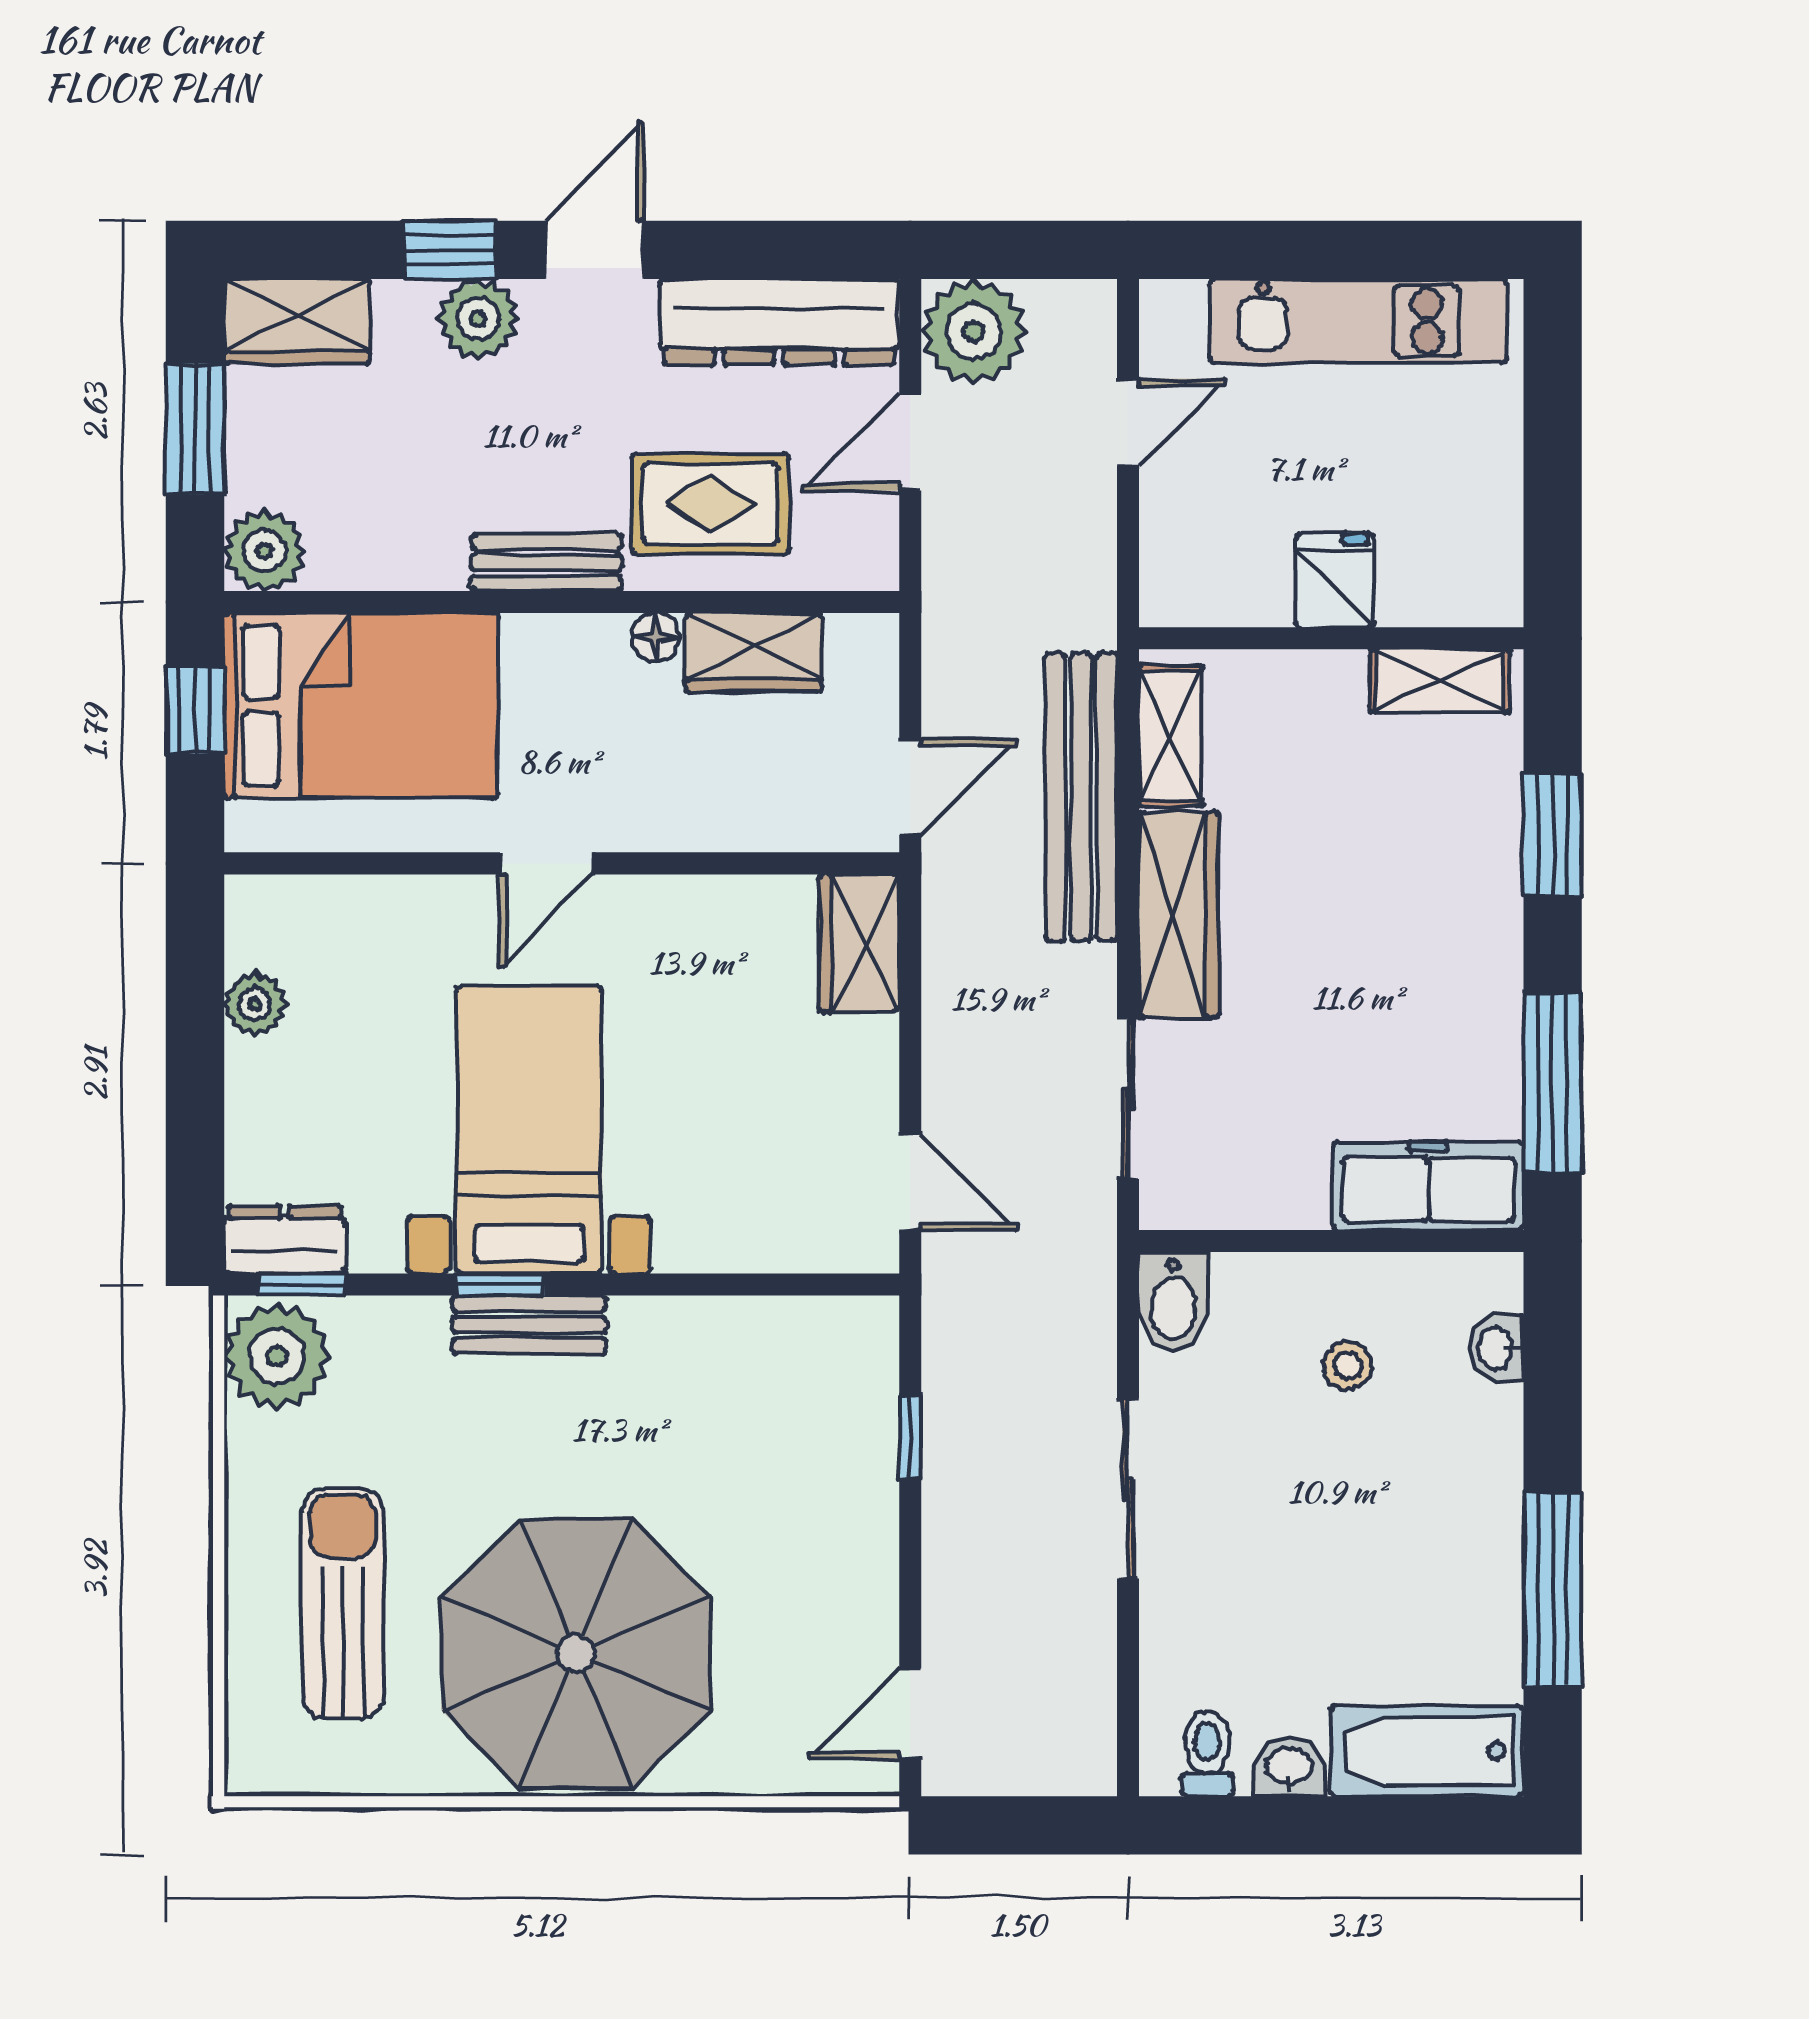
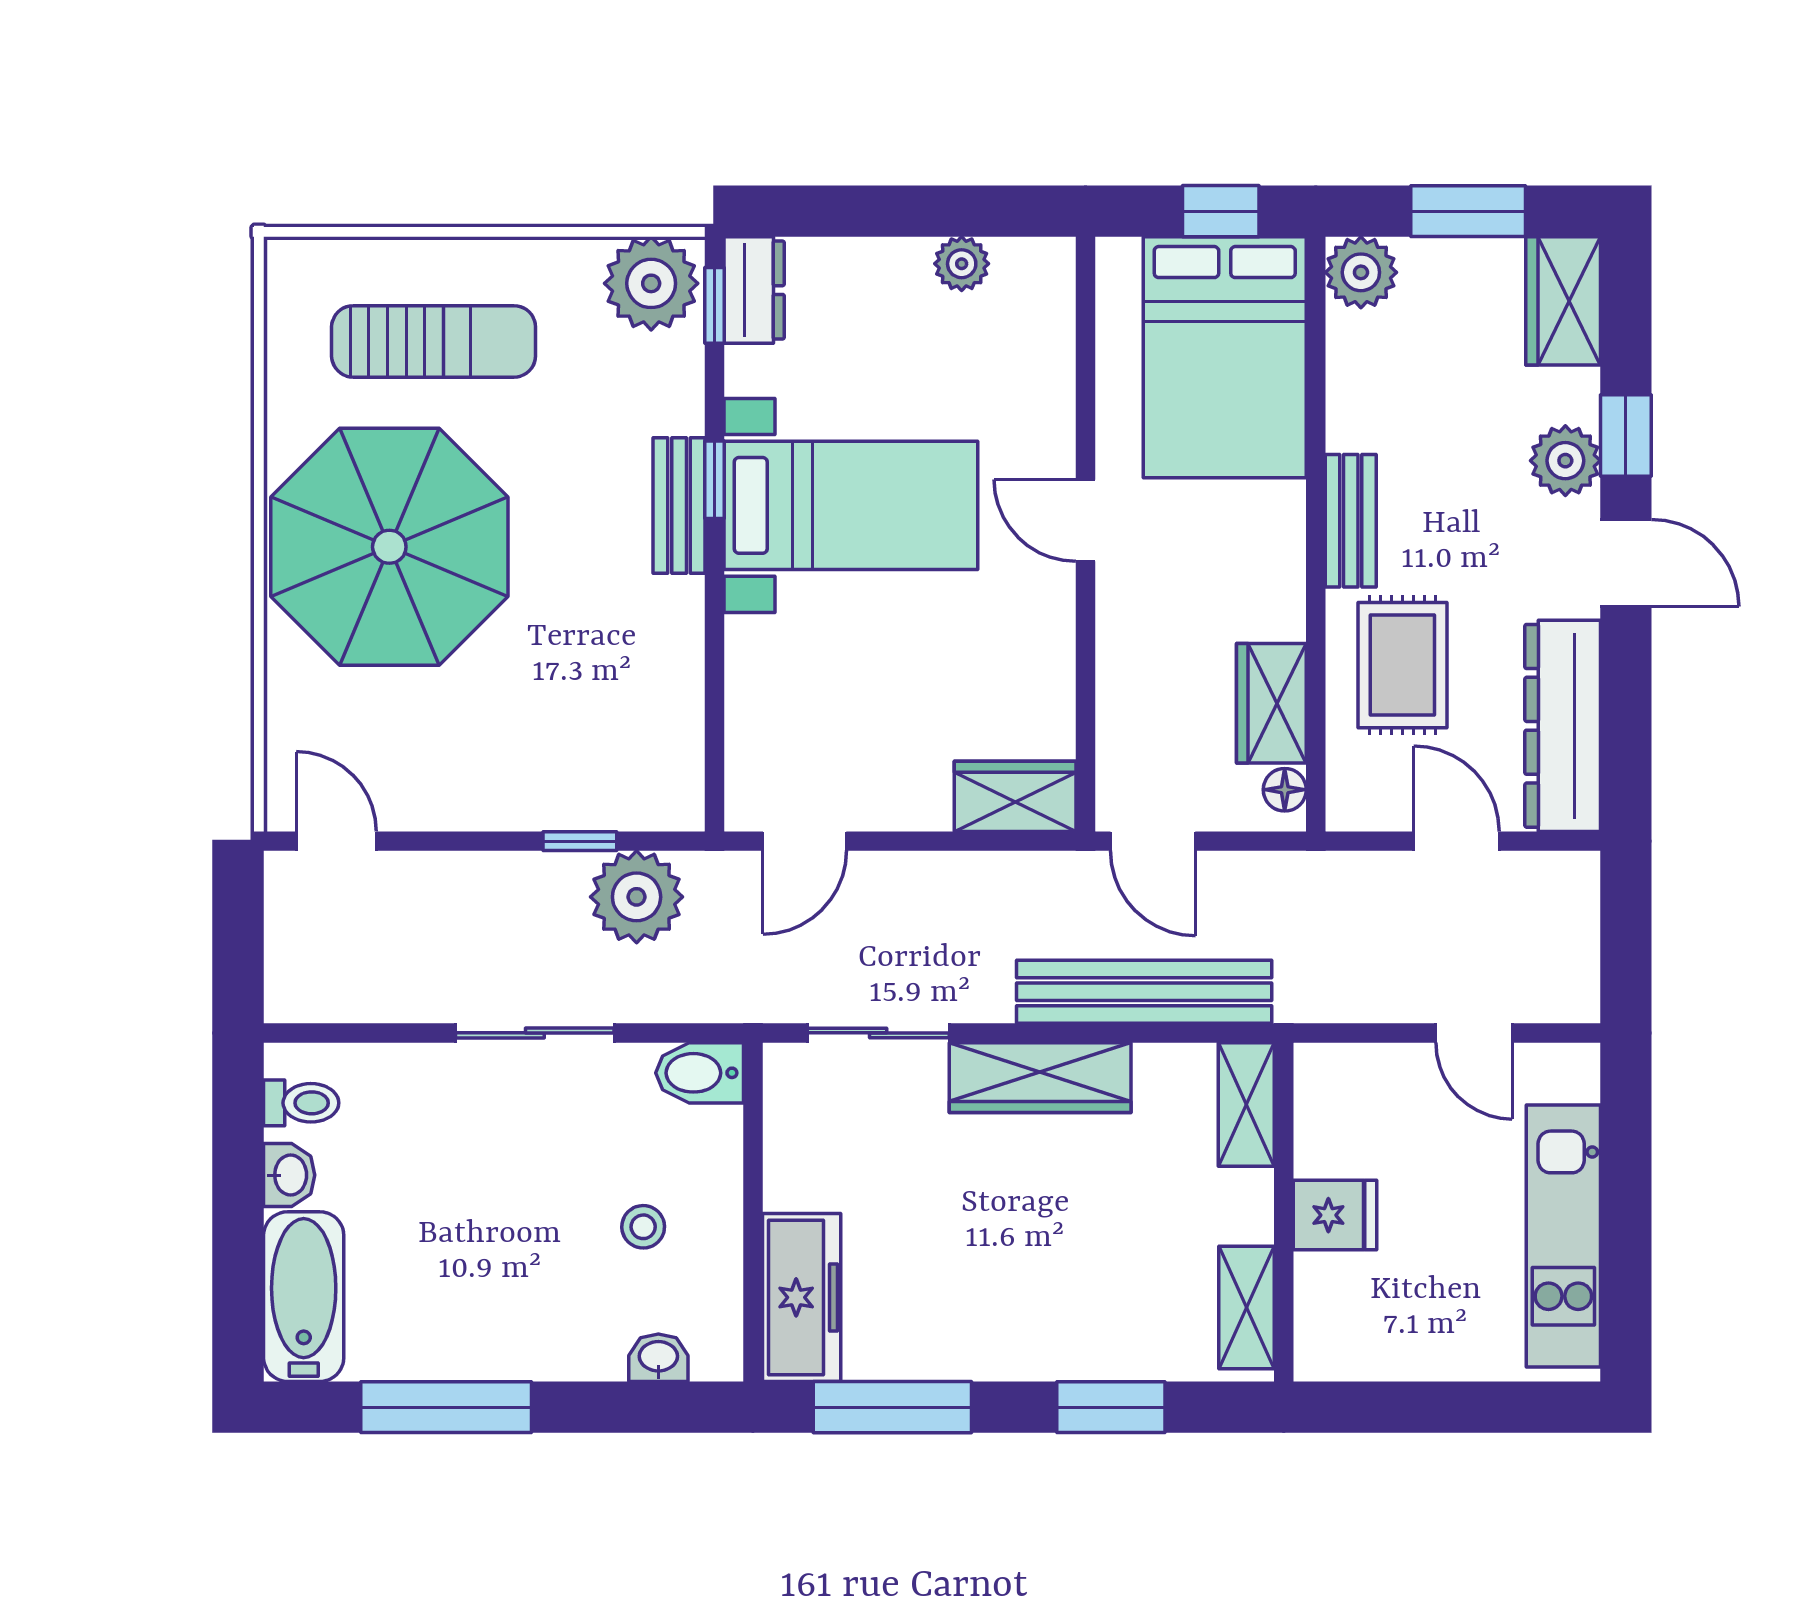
plant: (973, 331) -> (637, 897), moved
floor lamp: (656, 637) -> (1285, 790), moved
shelving: (1170, 736) -> (1246, 1104), moved, turned 90

